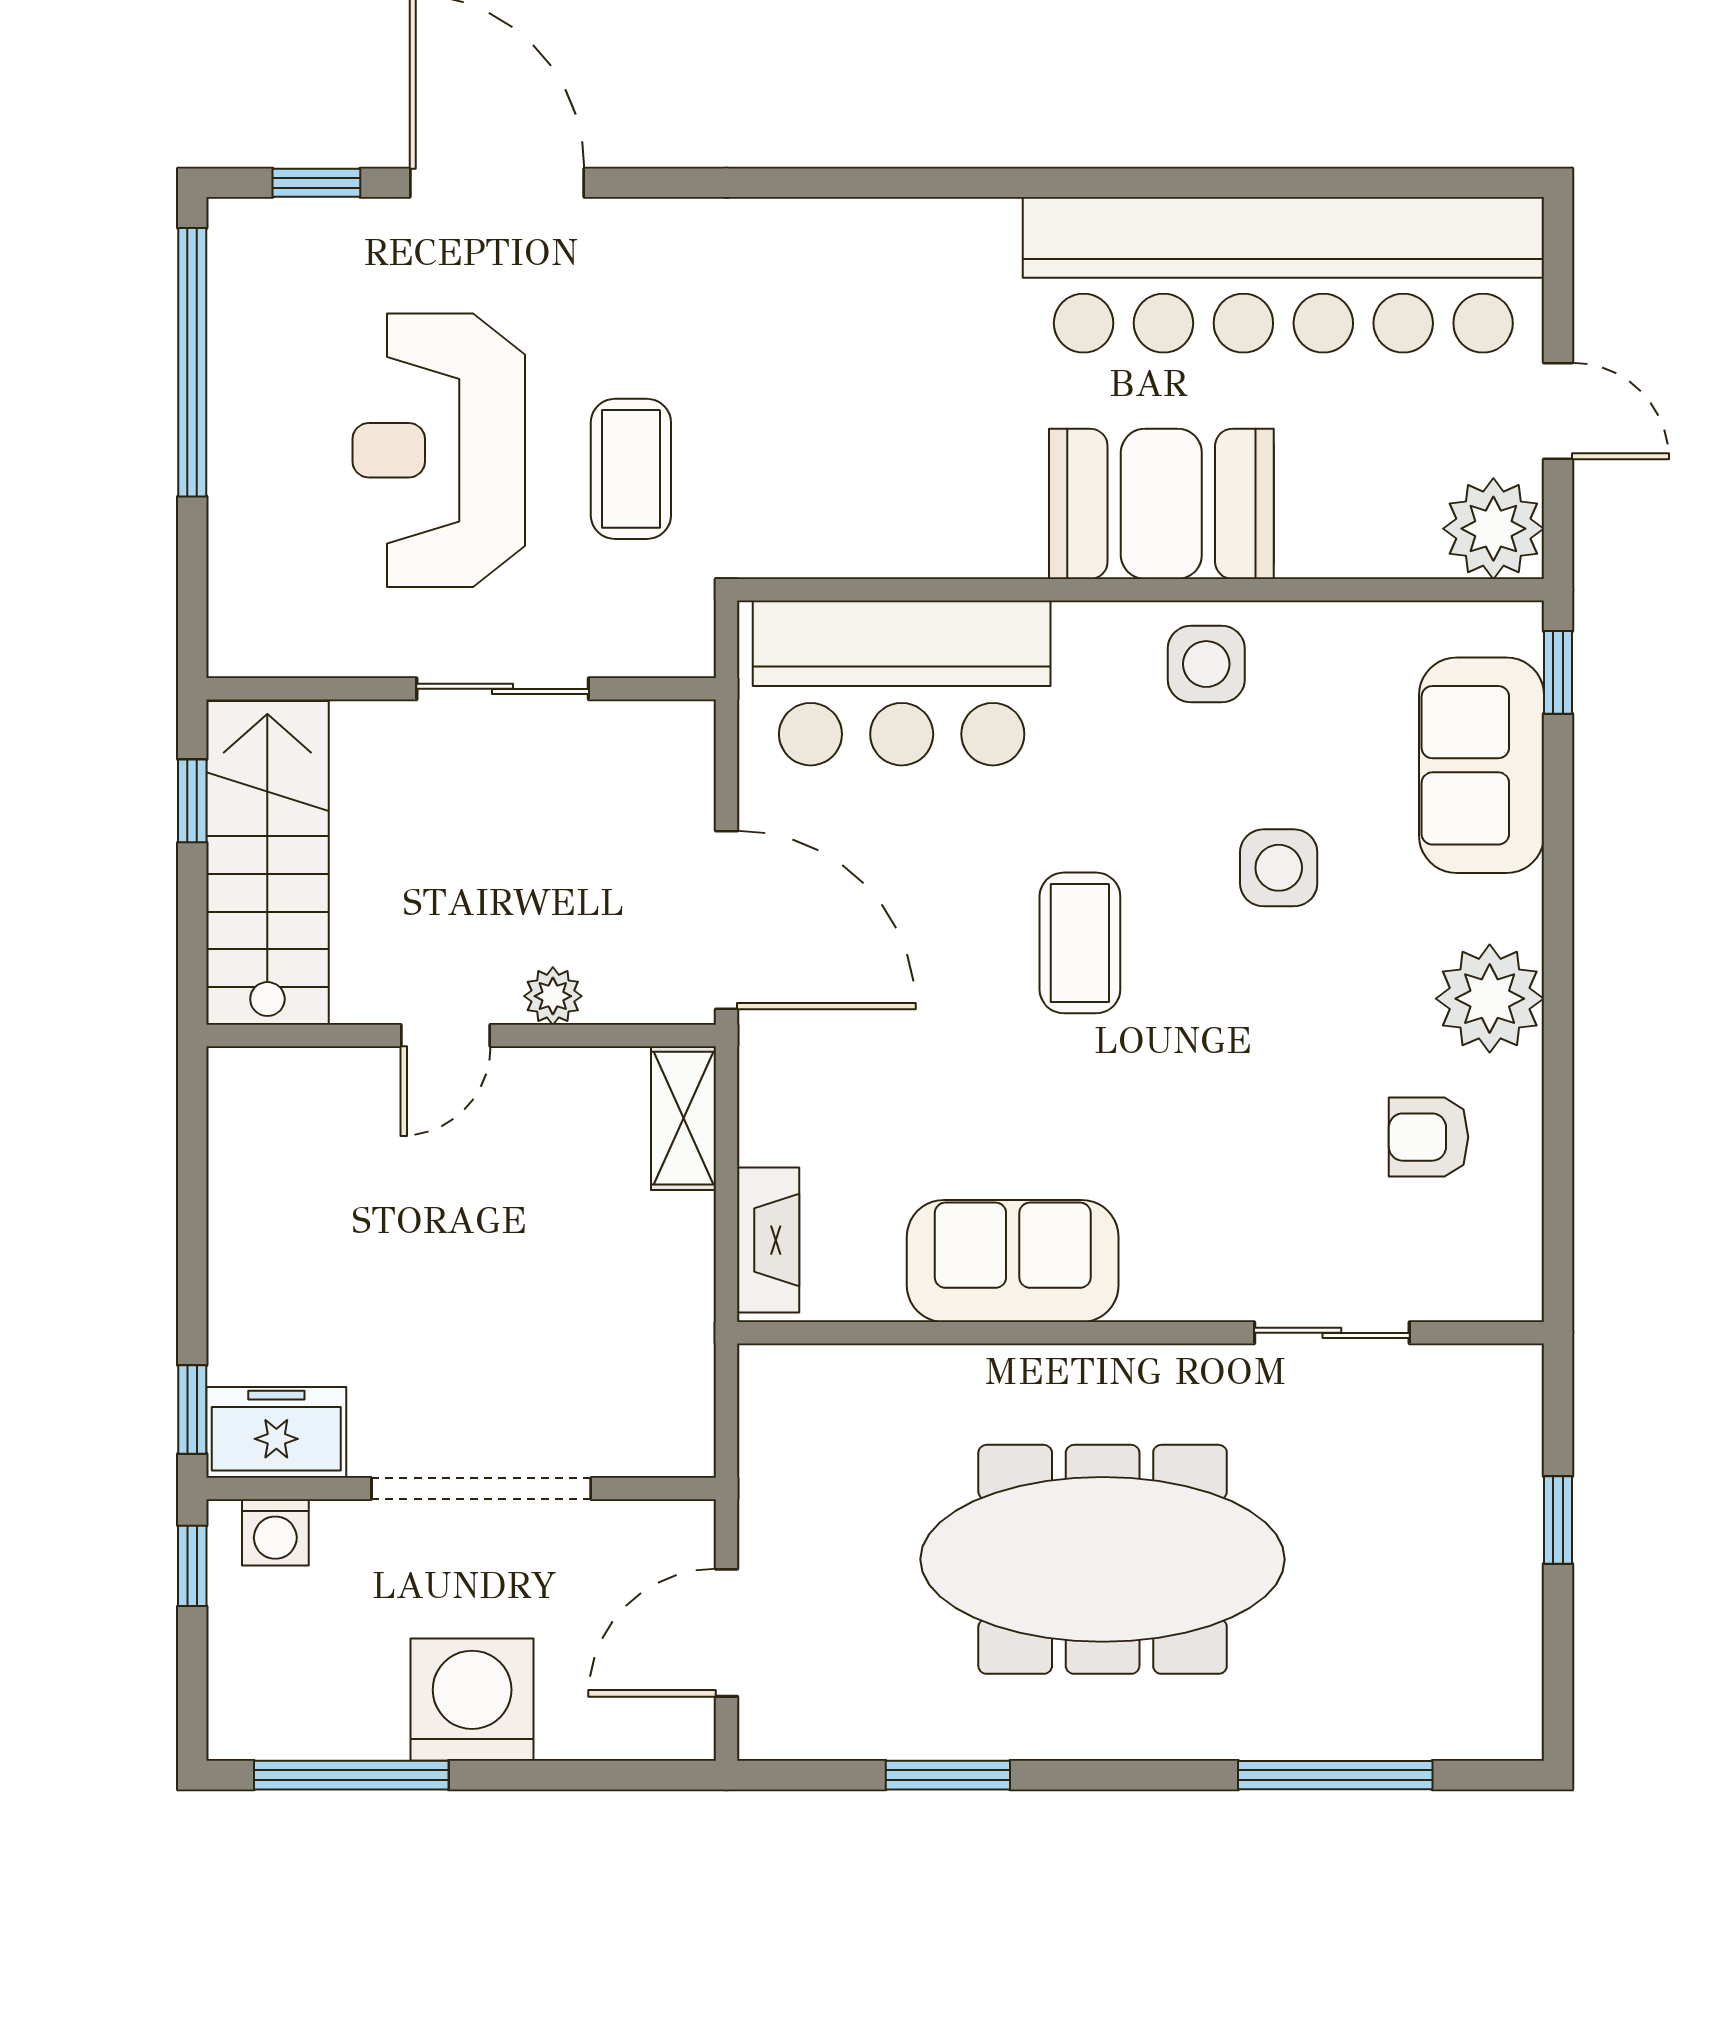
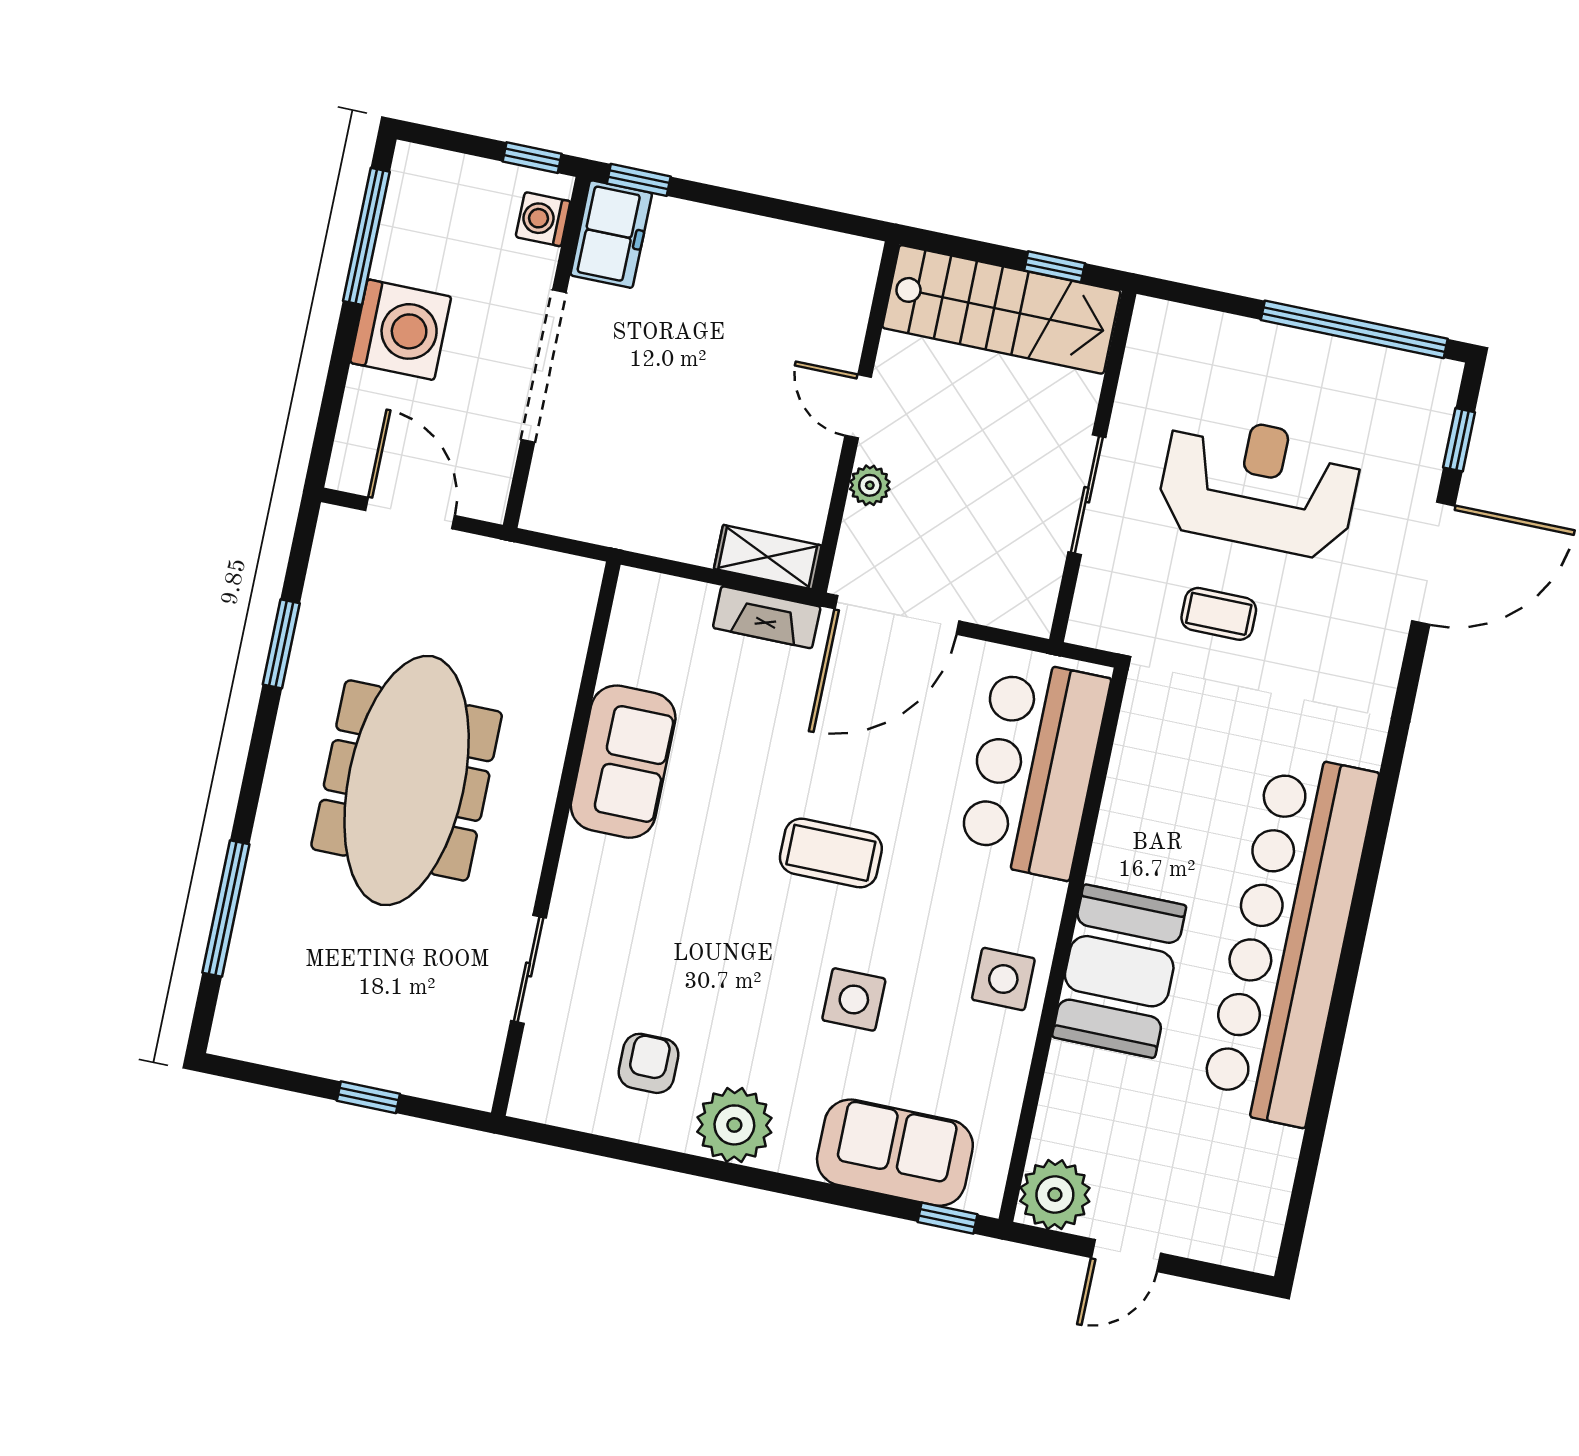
bar counter: (1283, 275) -> (1289, 940), moved
coffee table: (631, 469) -> (1219, 614), width x0.73, depth x0.77
fireplace: (768, 1240) -> (767, 617), moved

